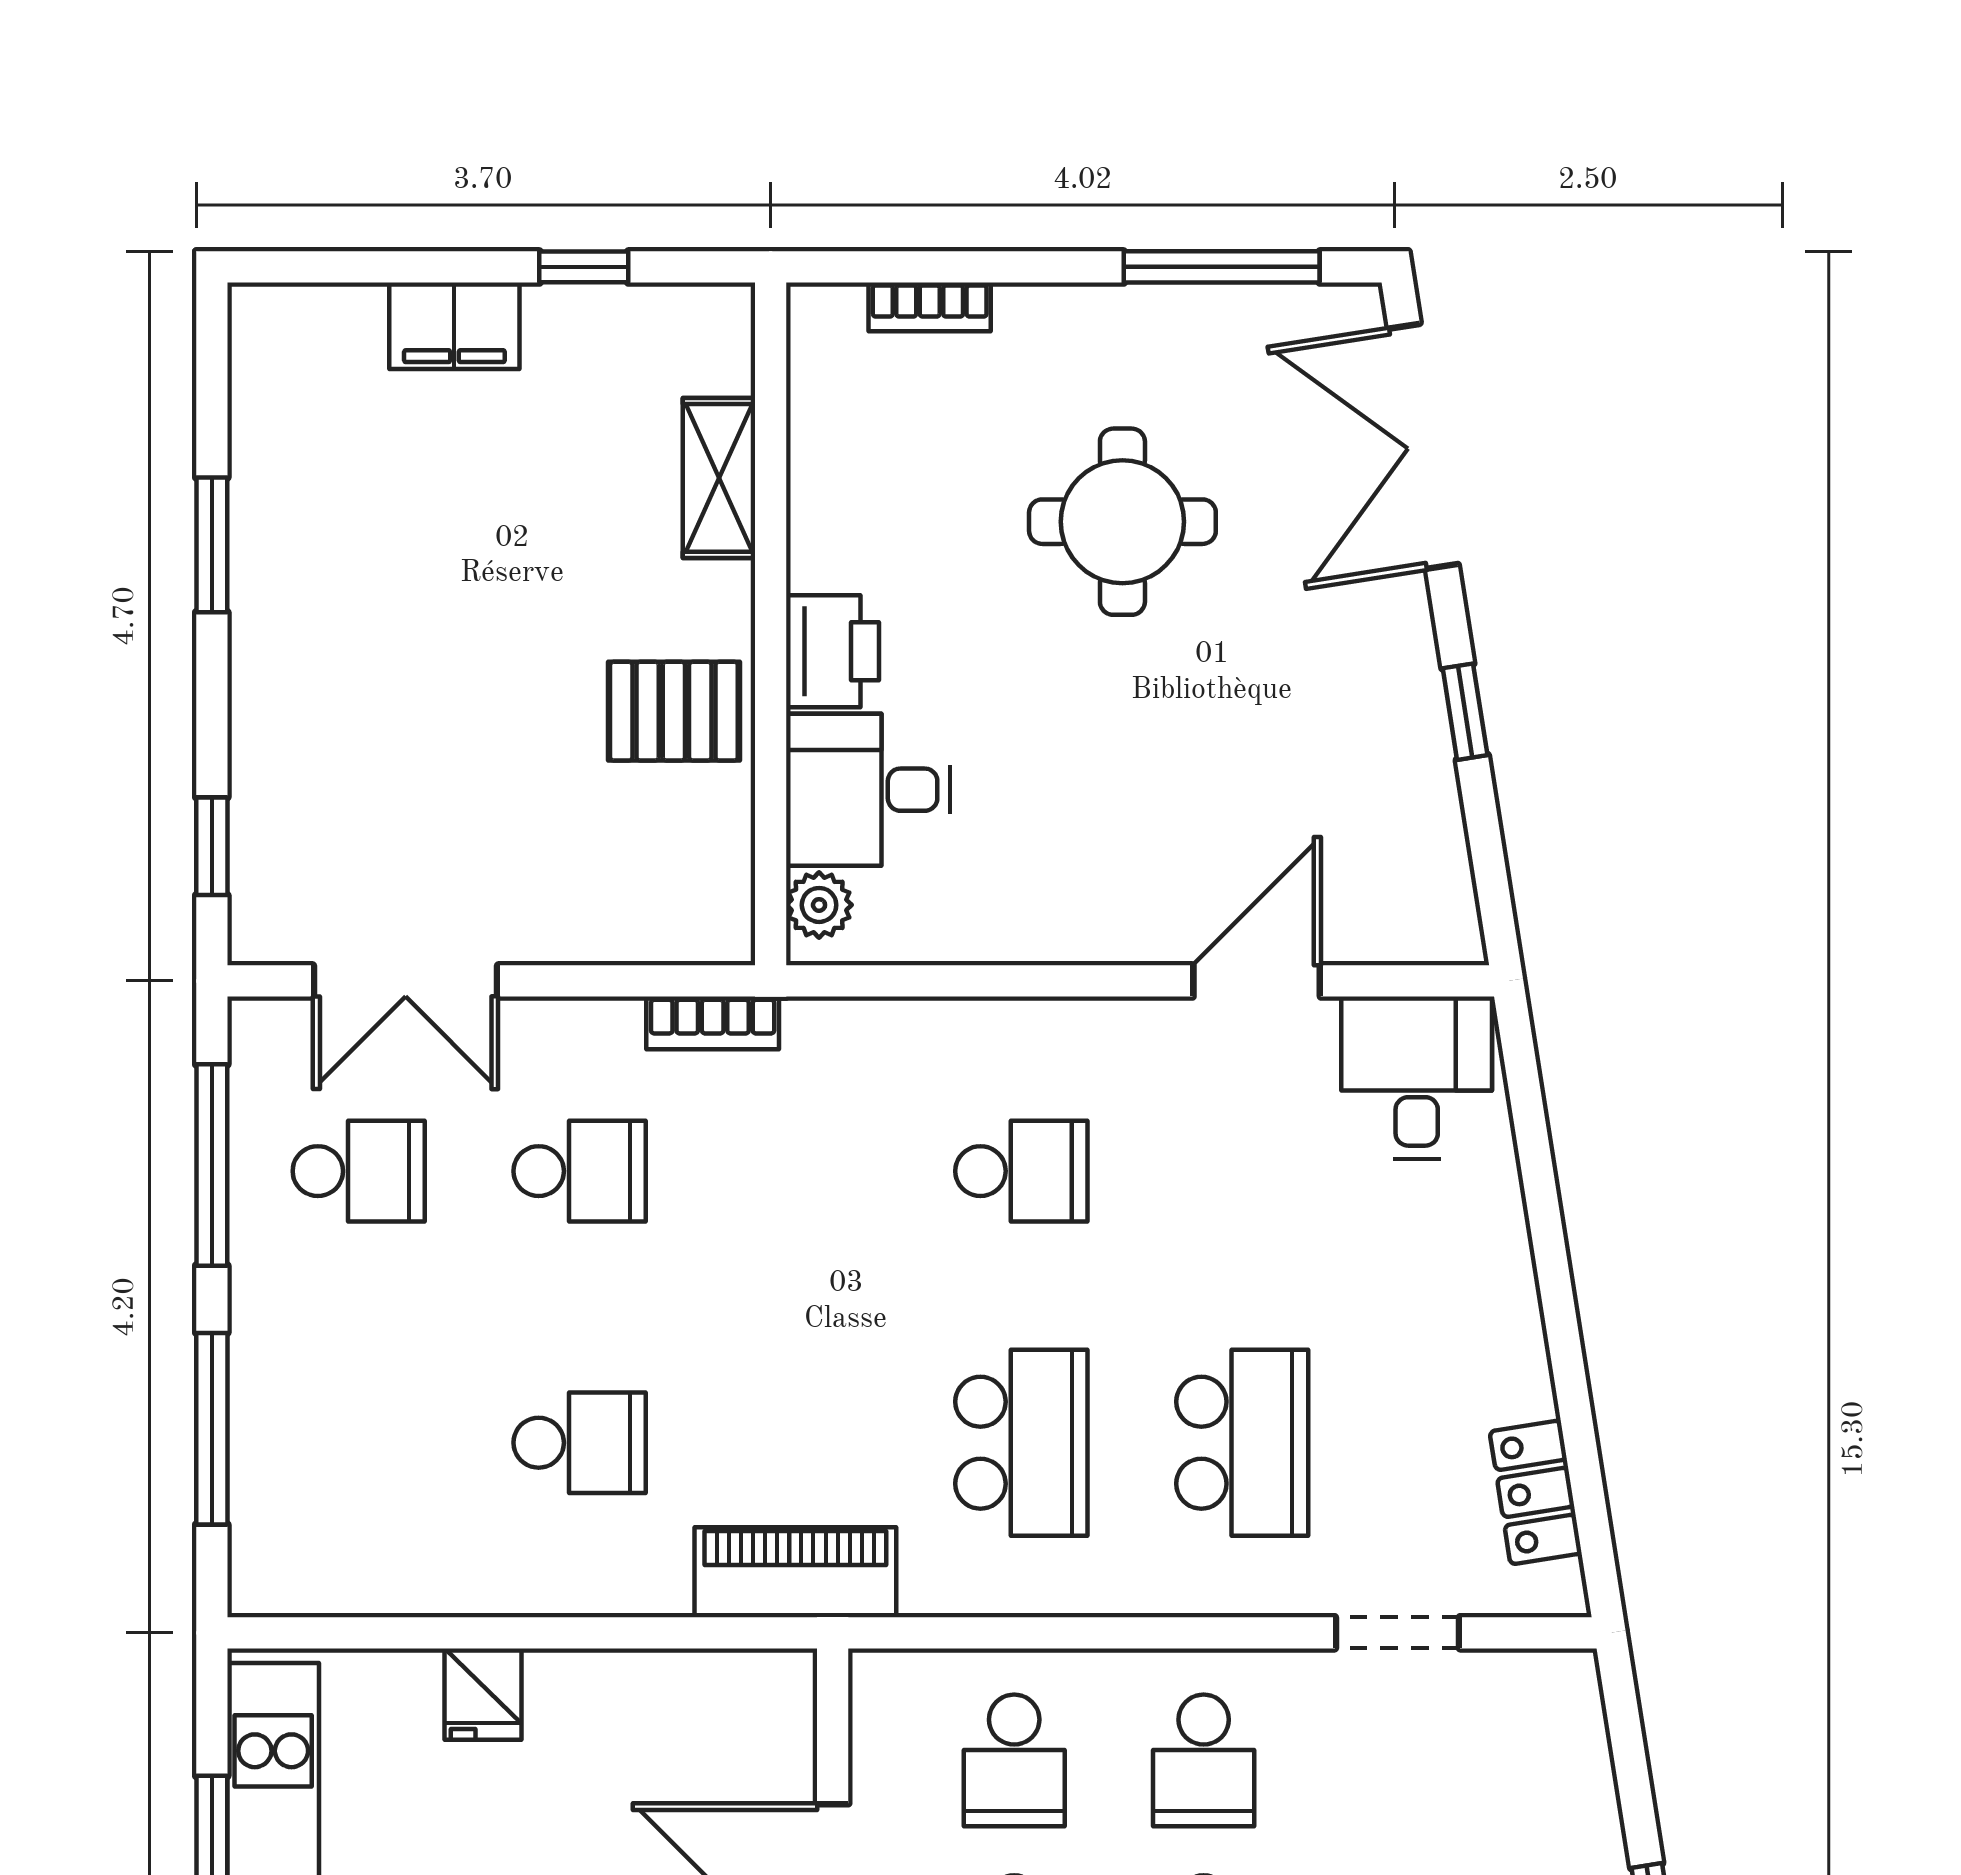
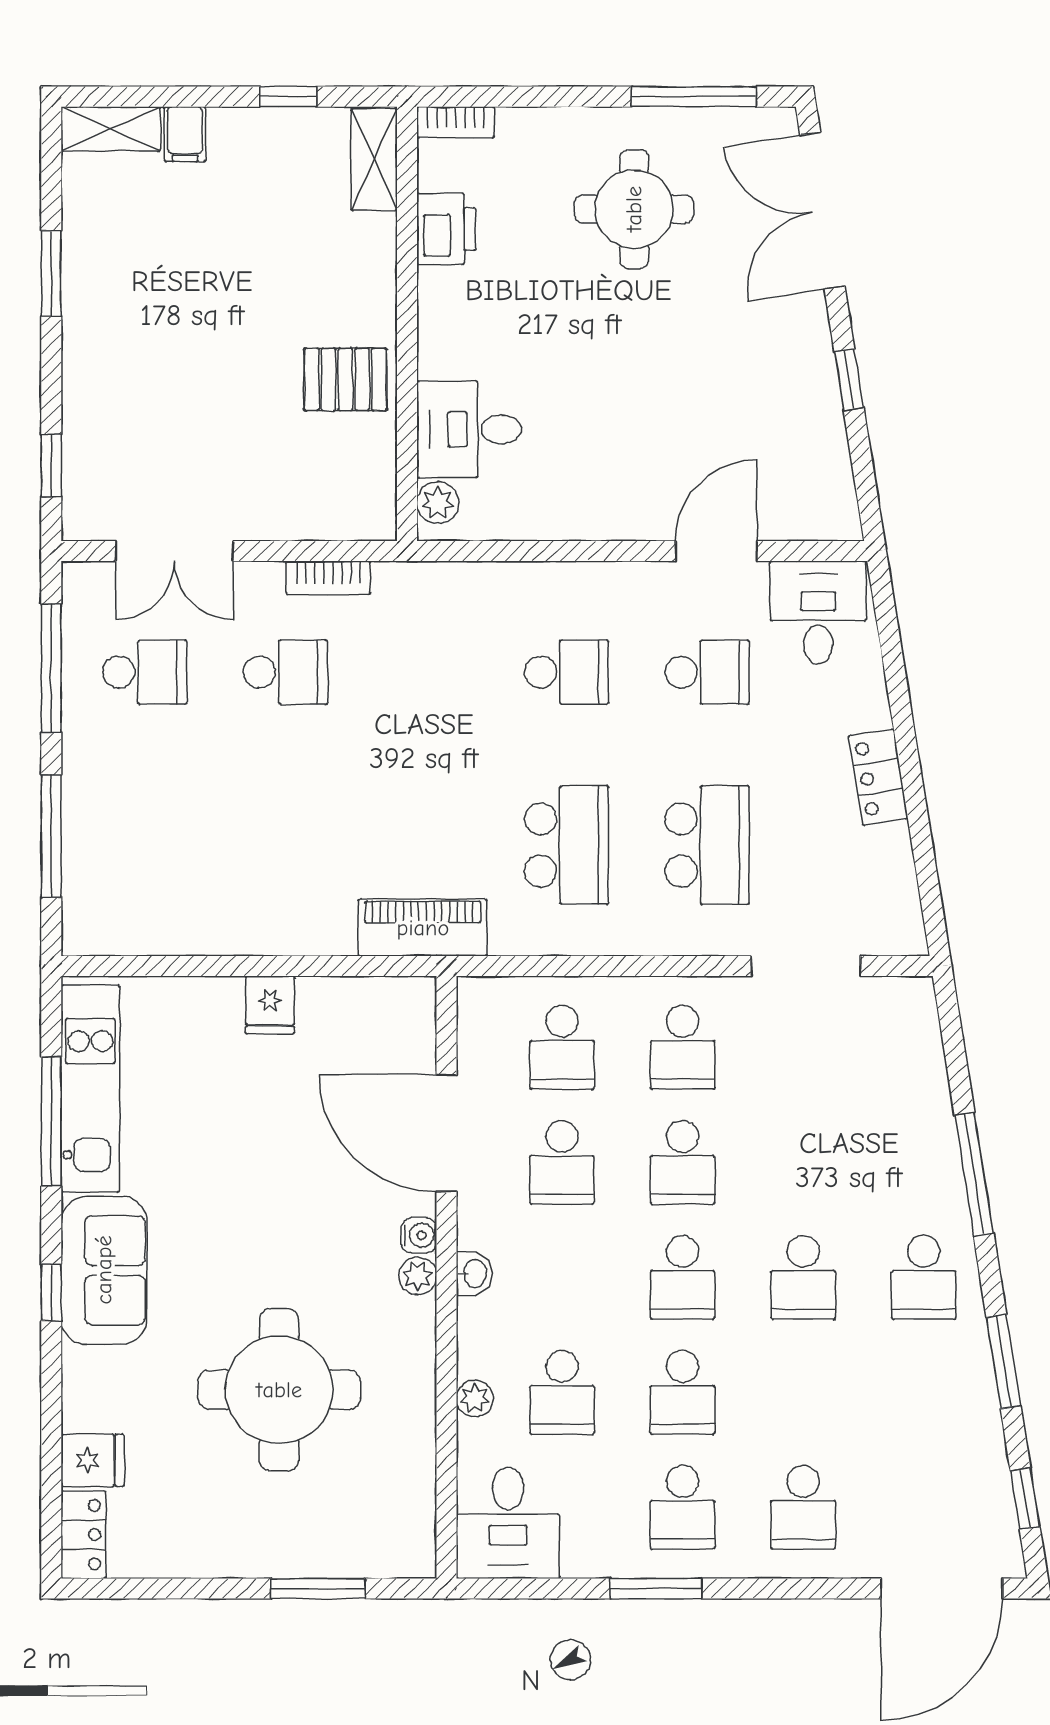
bookcase: (930, 307) -> (456, 122), moved
shelving: (305, 318) -> (111, 129), added
filing cabinet: (454, 326) -> (185, 134), width x0.50
shelving: (719, 478) -> (374, 160), moved
round table: (1122, 522) -> (634, 209), moved
printer: (832, 651) -> (446, 229), moved
bookcase: (713, 1023) -> (328, 578), moved
school desk: (580, 1443) -> (707, 672), moved
locker: (1536, 1492) -> (878, 777), moved
doorway: (1397, 1633) -> (806, 966), width x1.38
fridge: (483, 1694) -> (270, 1005), moved

